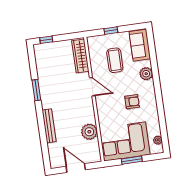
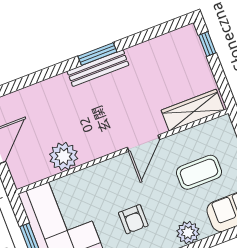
window: (36, 90) -> (97, 54), moved
bench: (49, 126) -> (98, 68), moved

